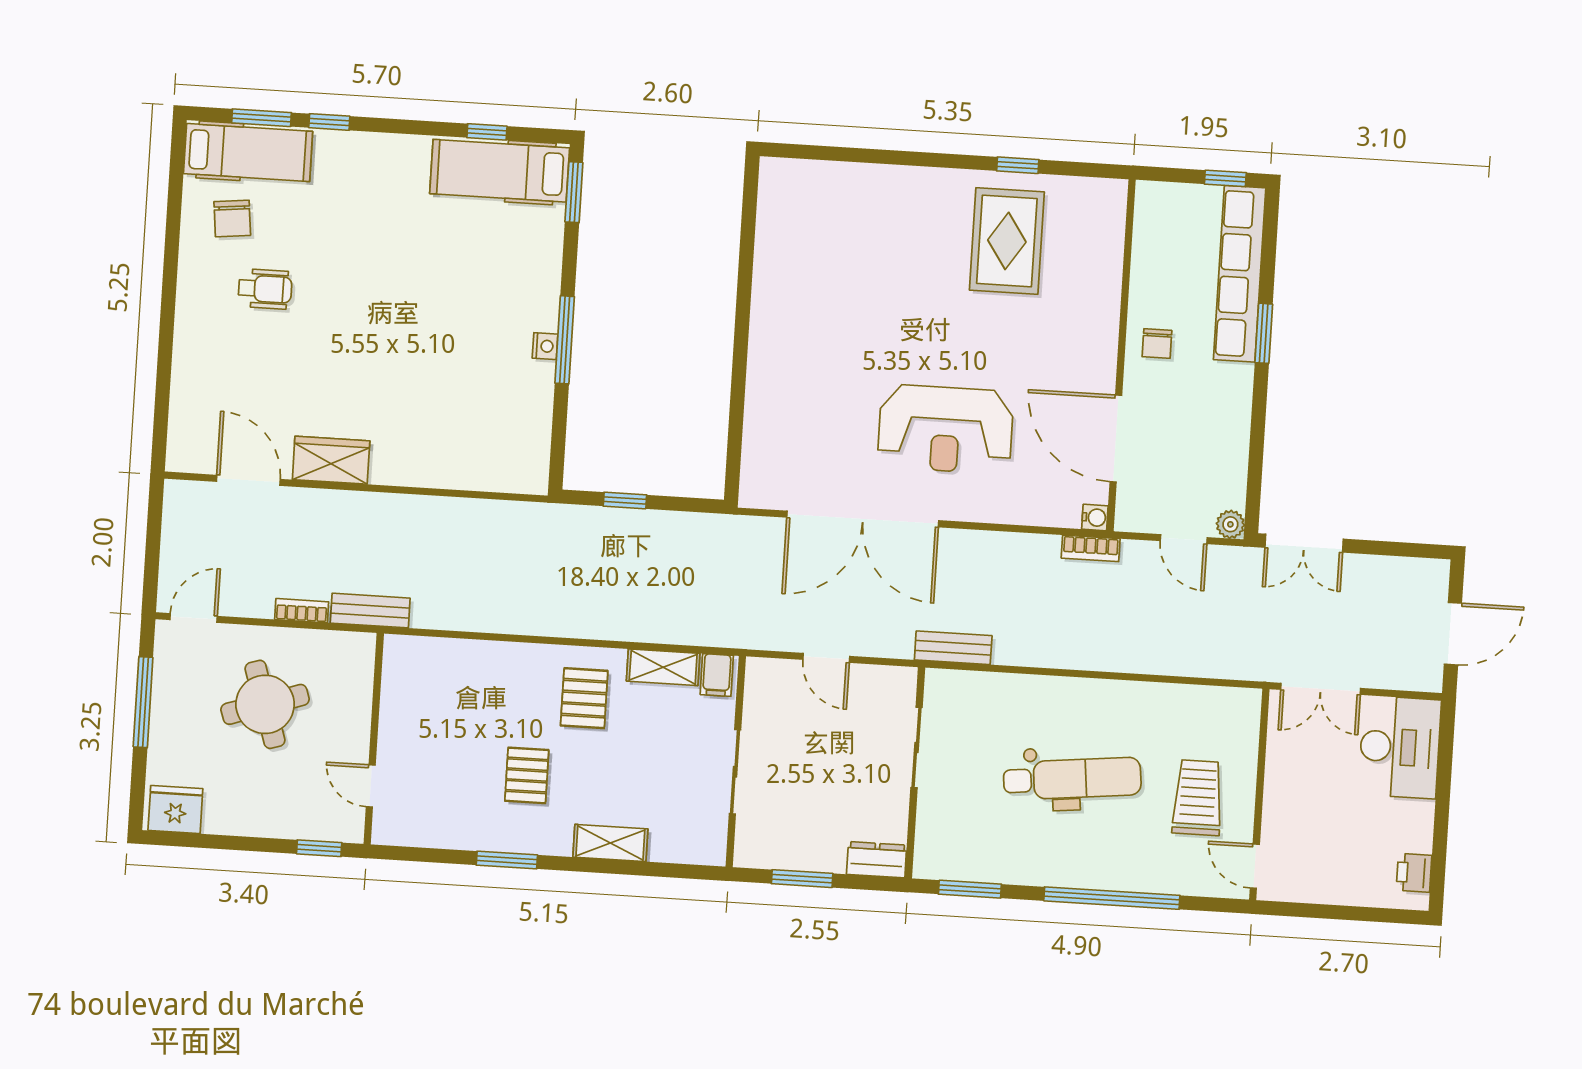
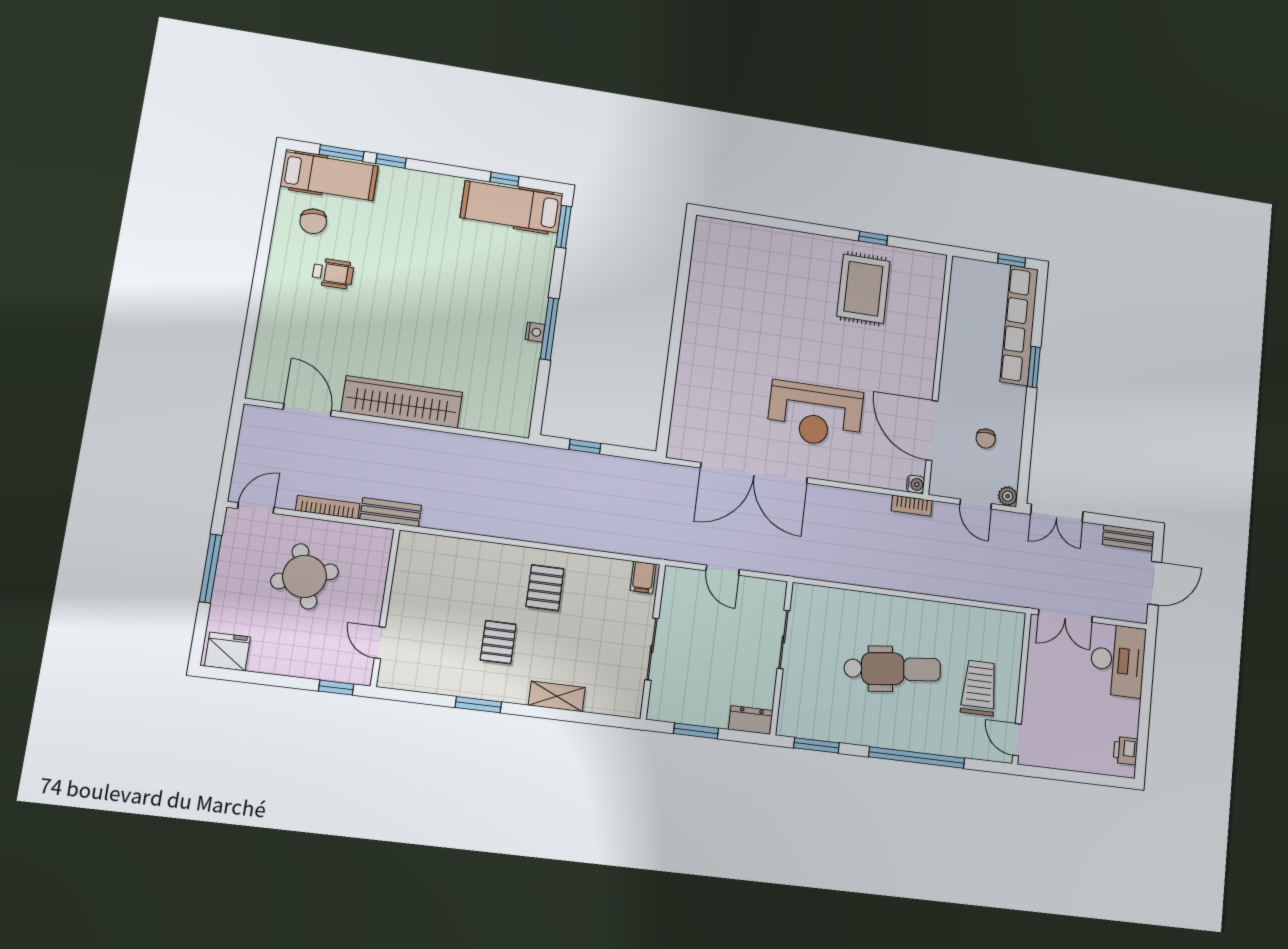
chair: (1157, 344) -> (986, 439), moved
wardrobe: (331, 460) -> (402, 402), width x2.10, depth x1.17
bookcase: (302, 611) -> (328, 507), width x1.56
bench: (953, 648) -> (1128, 538), moved
shelving: (663, 667) -> (604, 569), removed

